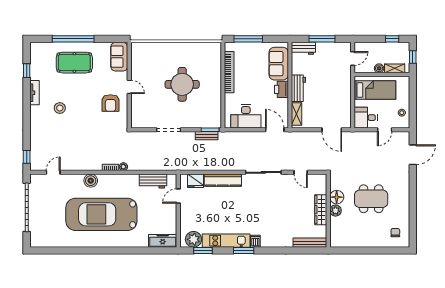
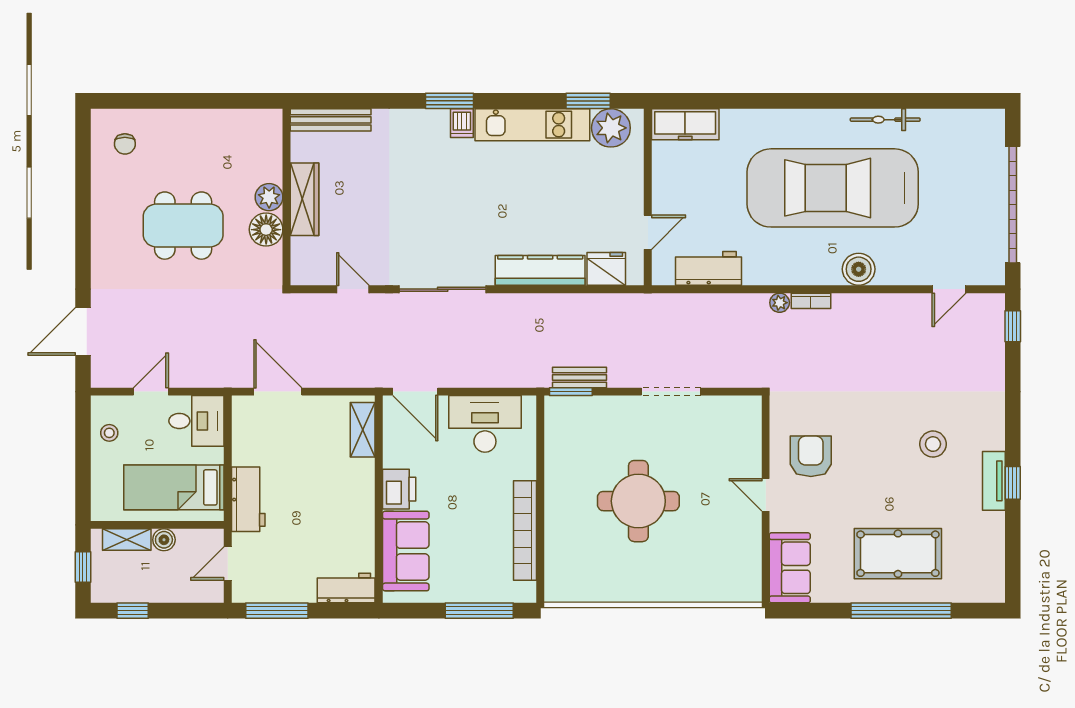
window: (322, 39) -> (277, 611), moved
window: (27, 71) -> (1013, 483), moved
workbench: (298, 88) -> (248, 499), moved, turned 180
car: (101, 214) -> (833, 188), turned 180
bicycle: (80, 243) -> (885, 120), added
window: (244, 251) -> (450, 101), moved

